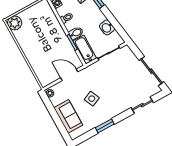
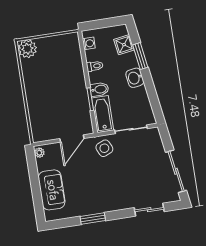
washbasin: (107, 27) -> (135, 78), moved
door: (69, 75) -> (72, 138), swing flipped
side table: (92, 99) -> (104, 148), moved

